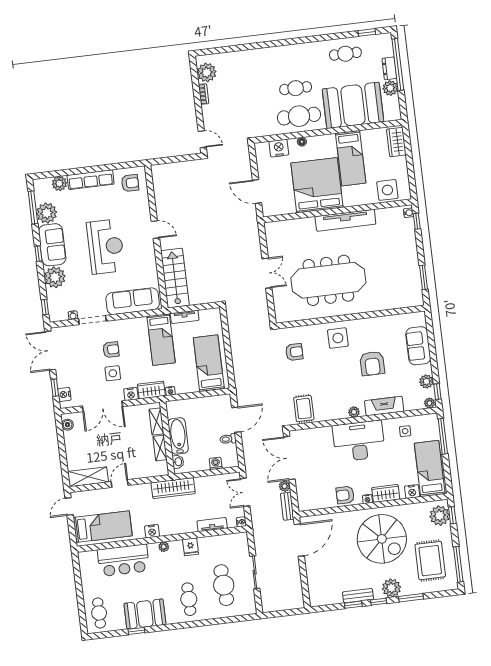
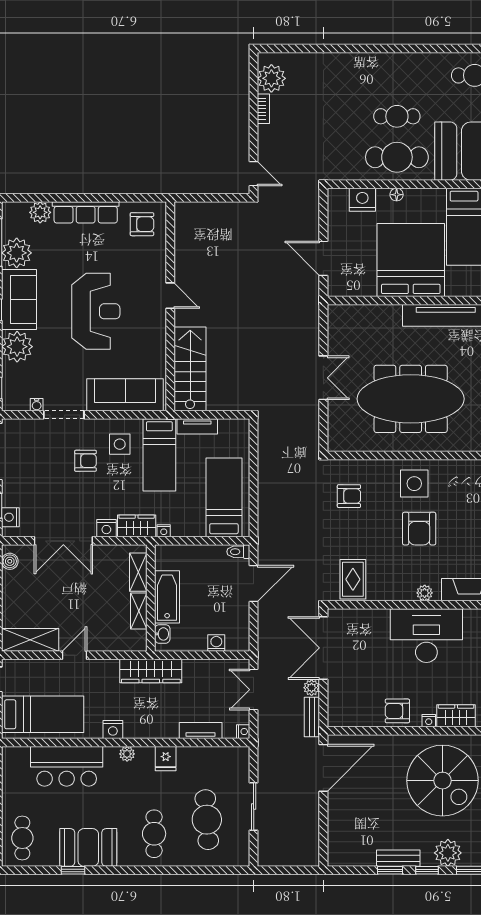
armchair: (372, 363) -> (419, 529), moved
side table: (113, 373) -> (120, 444), moved
toilet: (228, 439) -> (238, 552), moved

